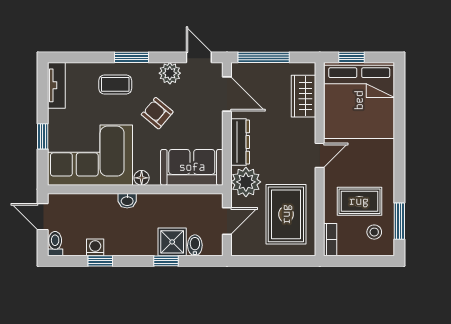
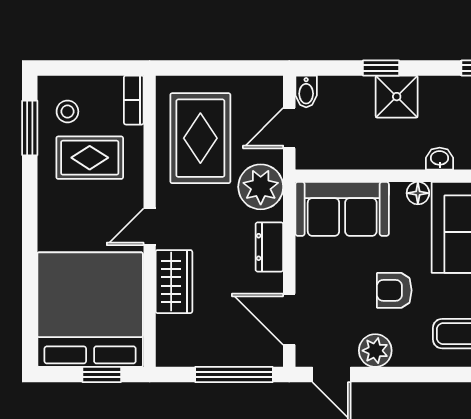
window: (131, 57) -> (433, 375), removed
wardrobe: (304, 96) -> (174, 282), moved
armchair: (157, 113) -> (394, 290), turned 140
dresser: (240, 142) -> (269, 247), width x0.70
shower: (172, 242) -> (397, 97), moved
bidet: (195, 245) -> (306, 91), moved

